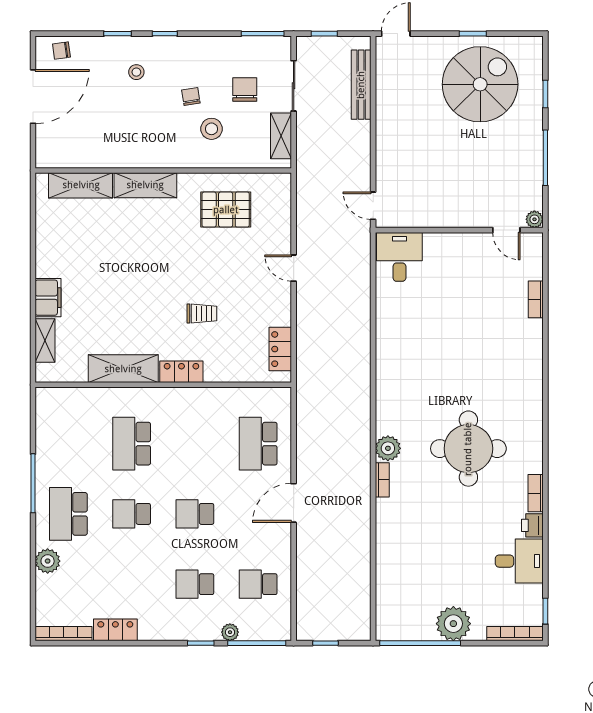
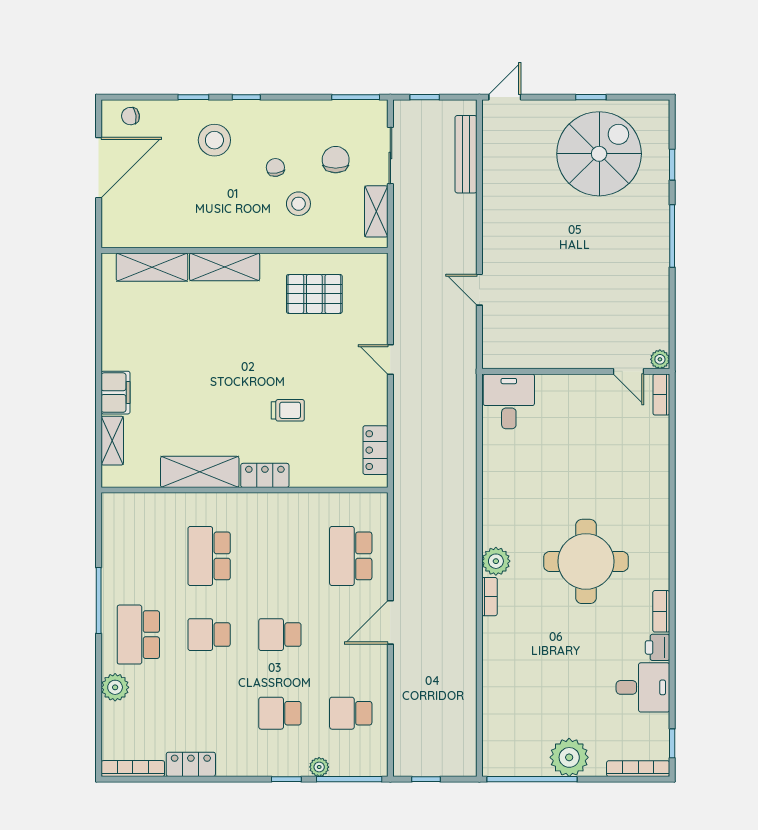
stool: (136, 72) -> (214, 140), width x1.89, depth x1.89
plant: (534, 219) -> (660, 359), moved
wall: (459, 230) -> (576, 371), moved
door: (506, 230) -> (628, 371), moved
desk: (399, 257) -> (509, 401), moved

